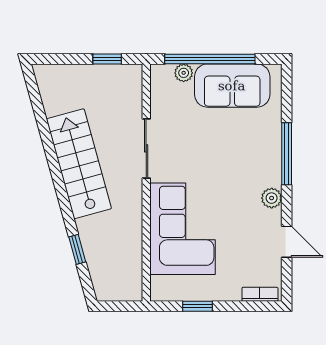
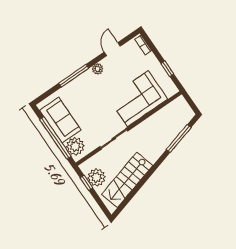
plant: (184, 73) -> (75, 146), width x1.88, depth x1.88
plant: (105, 81) -> (97, 177), added
stairs: (79, 164) -> (127, 180), moved
window: (77, 249) -> (179, 138), width x2.17

